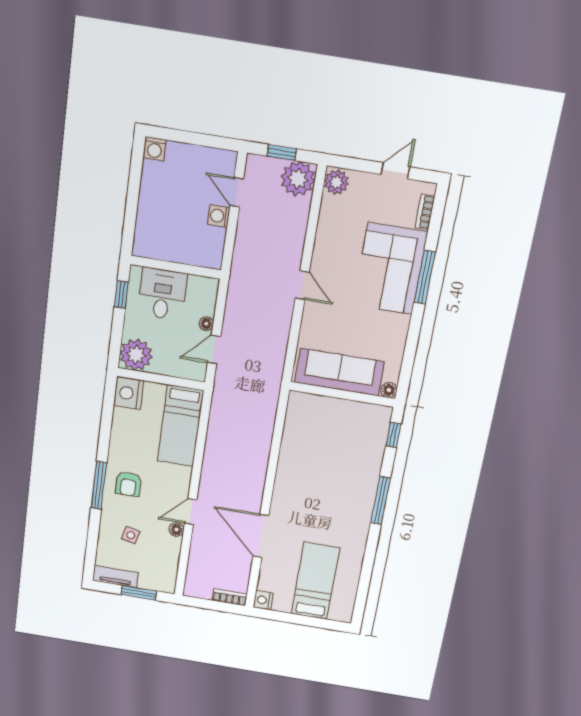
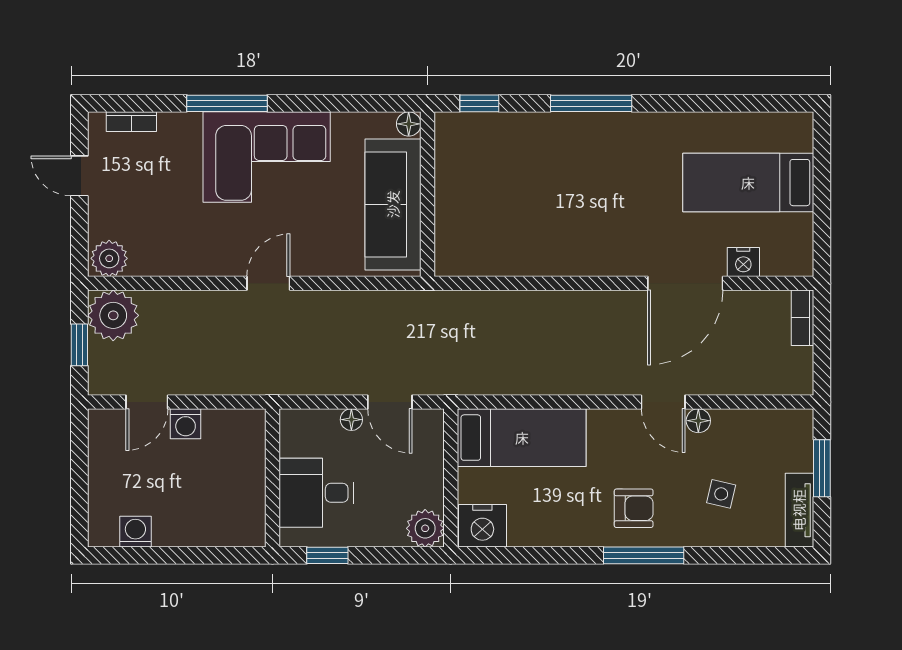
washing machine: (155, 149) -> (135, 532), moved, turned -90
corner sofa: (390, 269) -> (267, 157), moved
plant: (136, 355) -> (425, 528), width x0.73, depth x0.73
nightstand: (263, 600) -> (743, 262), moved

